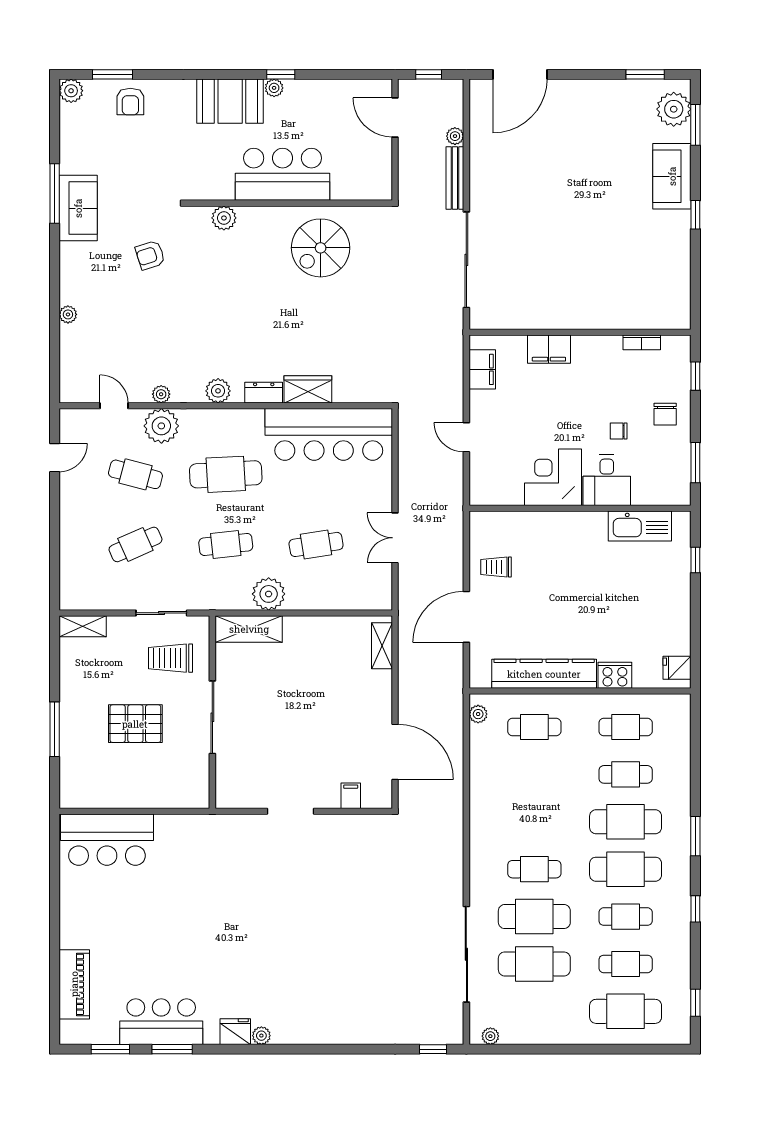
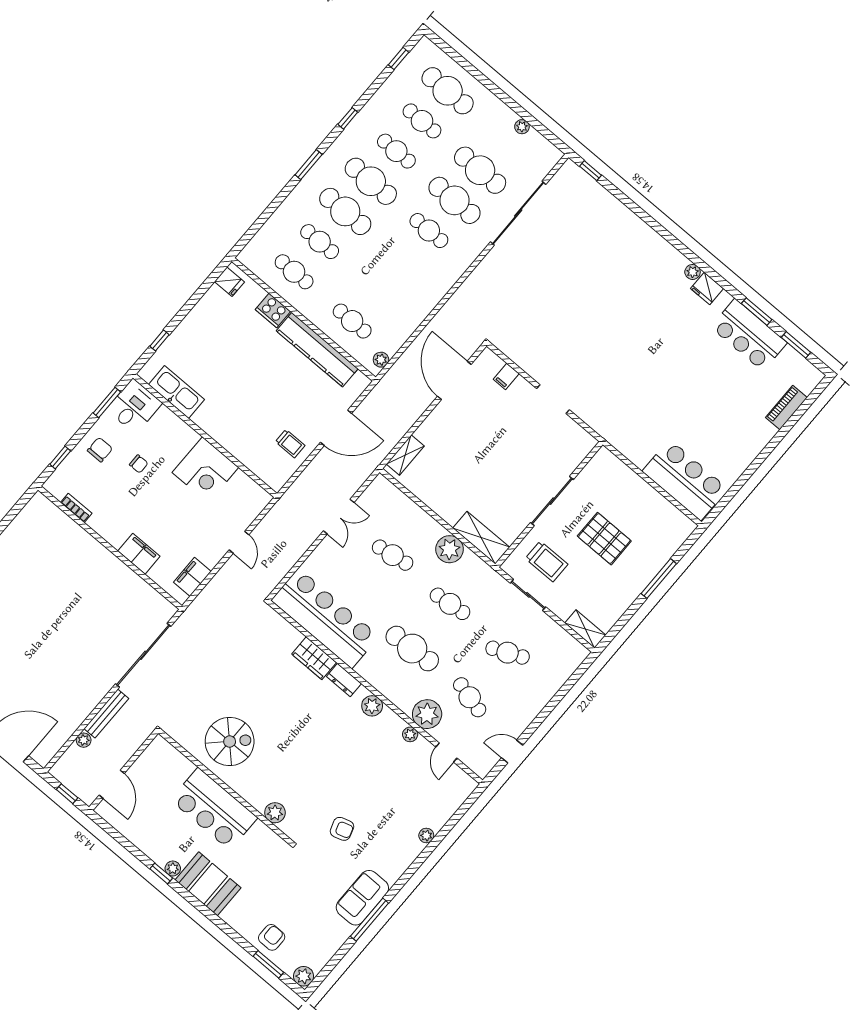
desk: (607, 480) -> (134, 406), moved
piano: (74, 984) -> (786, 408), width x0.73, depth x0.75
plant: (490, 1036) -> (522, 127), moved

